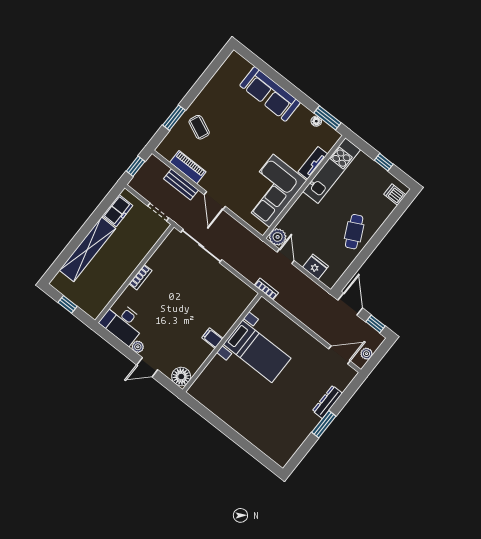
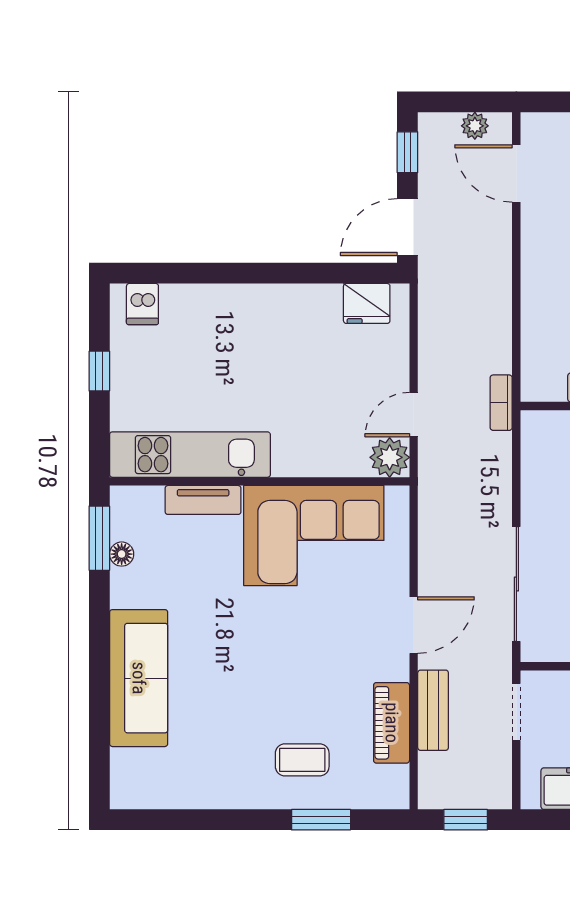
coffee table: (199, 127) -> (302, 760), turned 66
cafe table: (354, 232) -> (269, 325), removed
fridge: (315, 267) -> (367, 303), moved, turned -90

